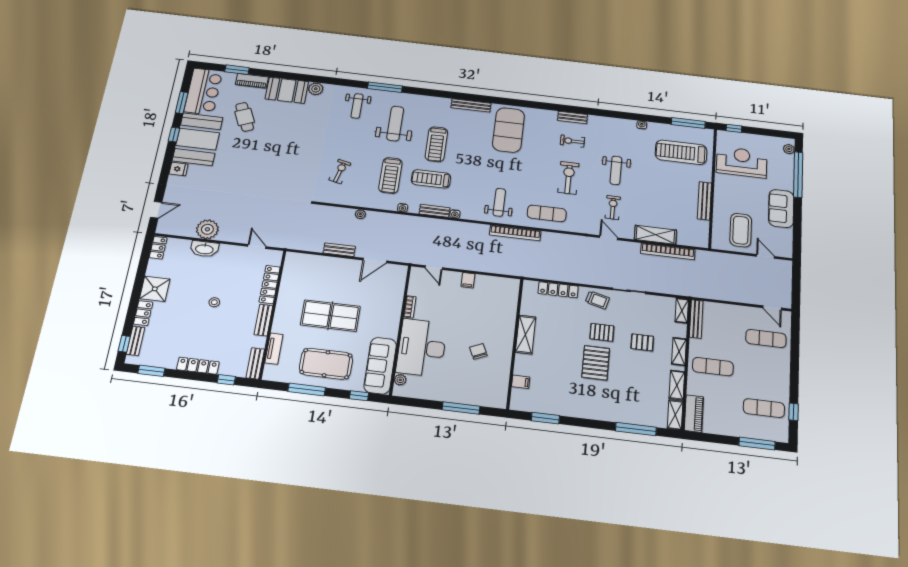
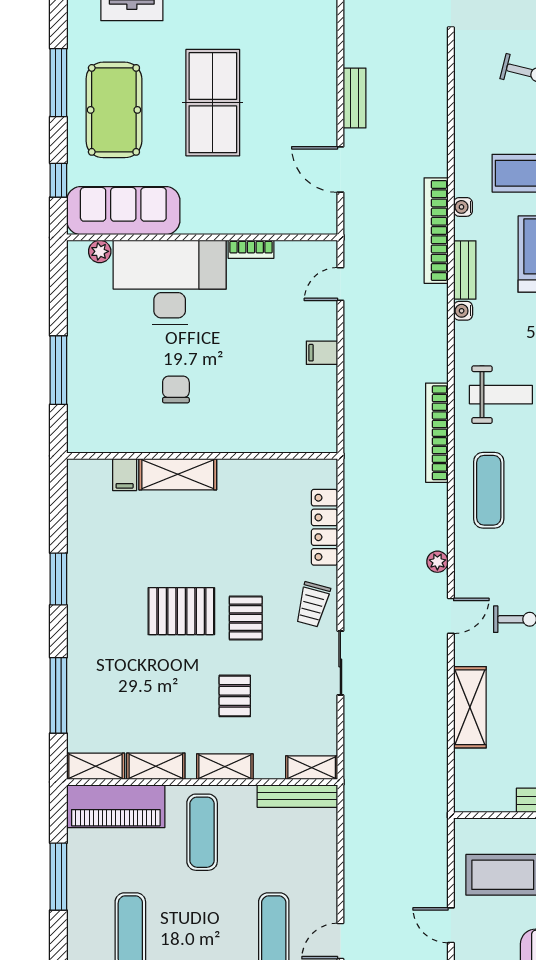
plant: (360, 214) -> (437, 562), moved
bookcase: (668, 251) -> (436, 231), moved
door: (765, 256) -> (451, 925), swing flipped
shelving: (526, 335) -> (178, 474), moved
chair: (478, 351) -> (176, 389), turned -66
piano: (694, 414) -> (116, 806), width x1.37, depth x1.33
window: (545, 418) -> (58, 579), moved
window: (757, 444) -> (58, 877), moved

